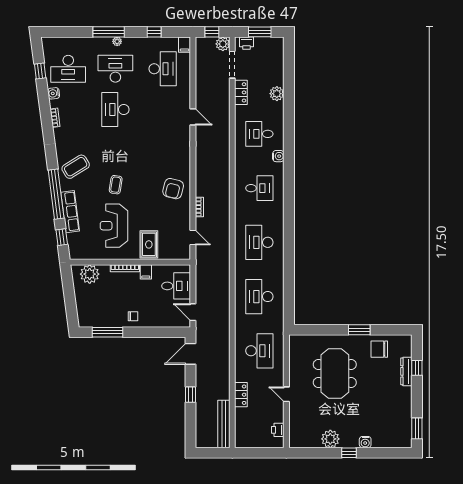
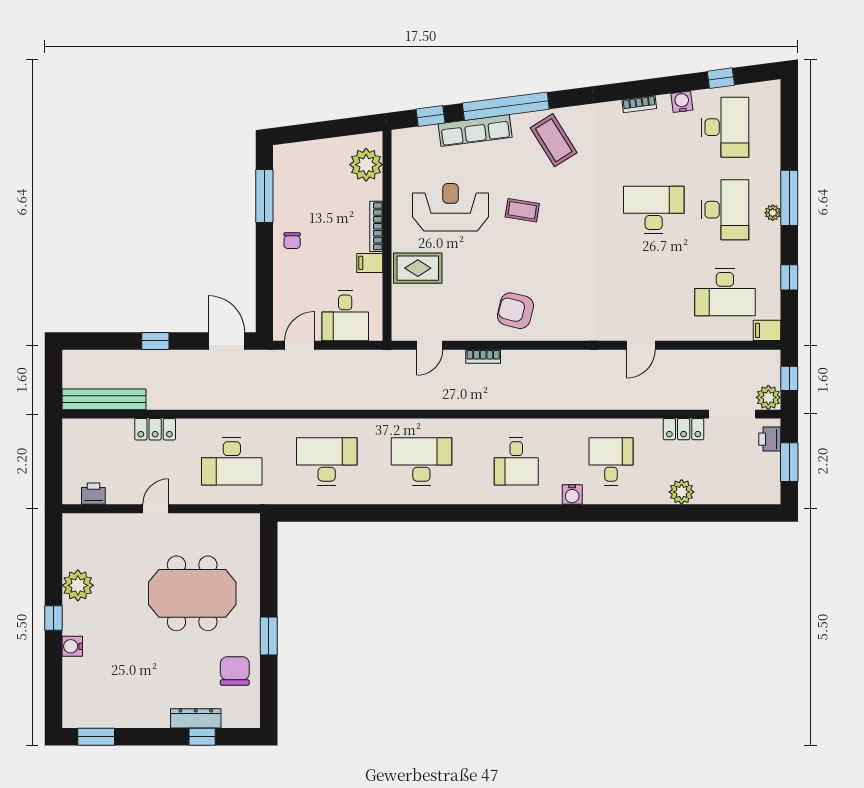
desk: (68, 69) -> (725, 127), turned 180

